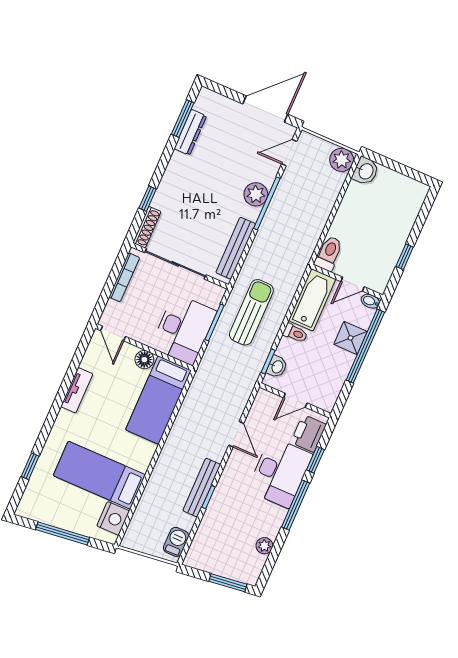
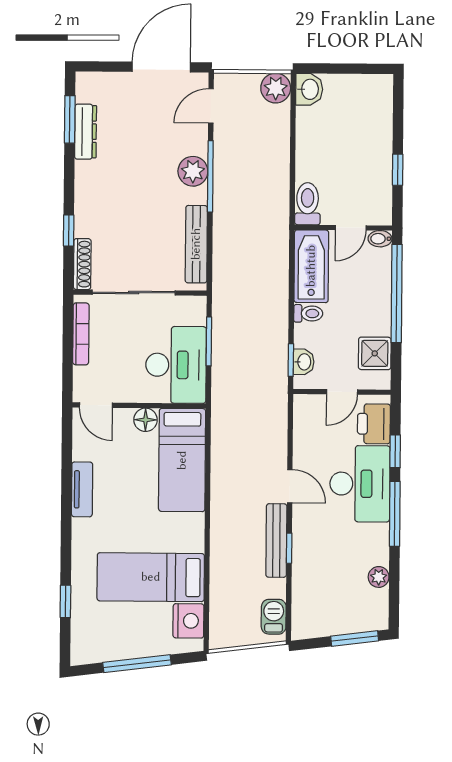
sun lounger: (251, 312) -> (247, 311), removed
shower: (351, 338) -> (375, 353), moved
door: (236, 434) -> (290, 486), moved

